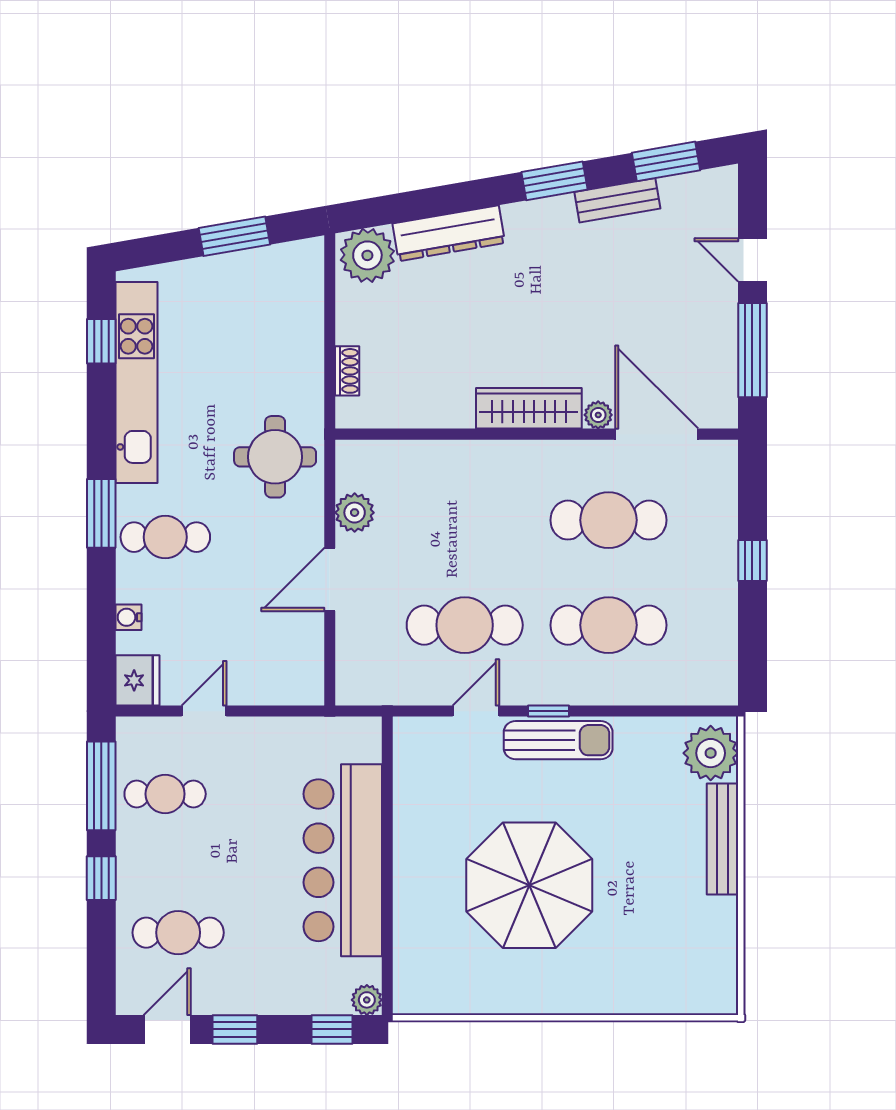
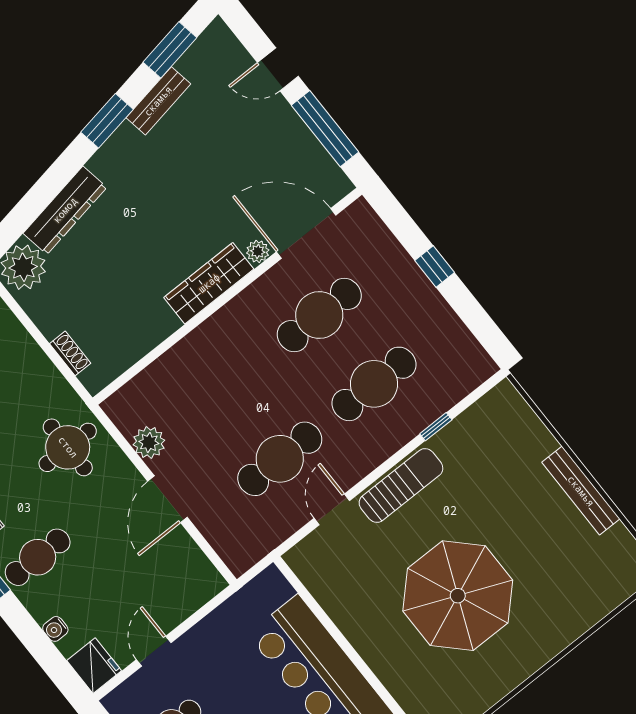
window: (549, 711) -> (436, 427), moved
plant: (711, 753) -> (508, 414), removed
bench: (722, 839) -> (581, 491), moved

